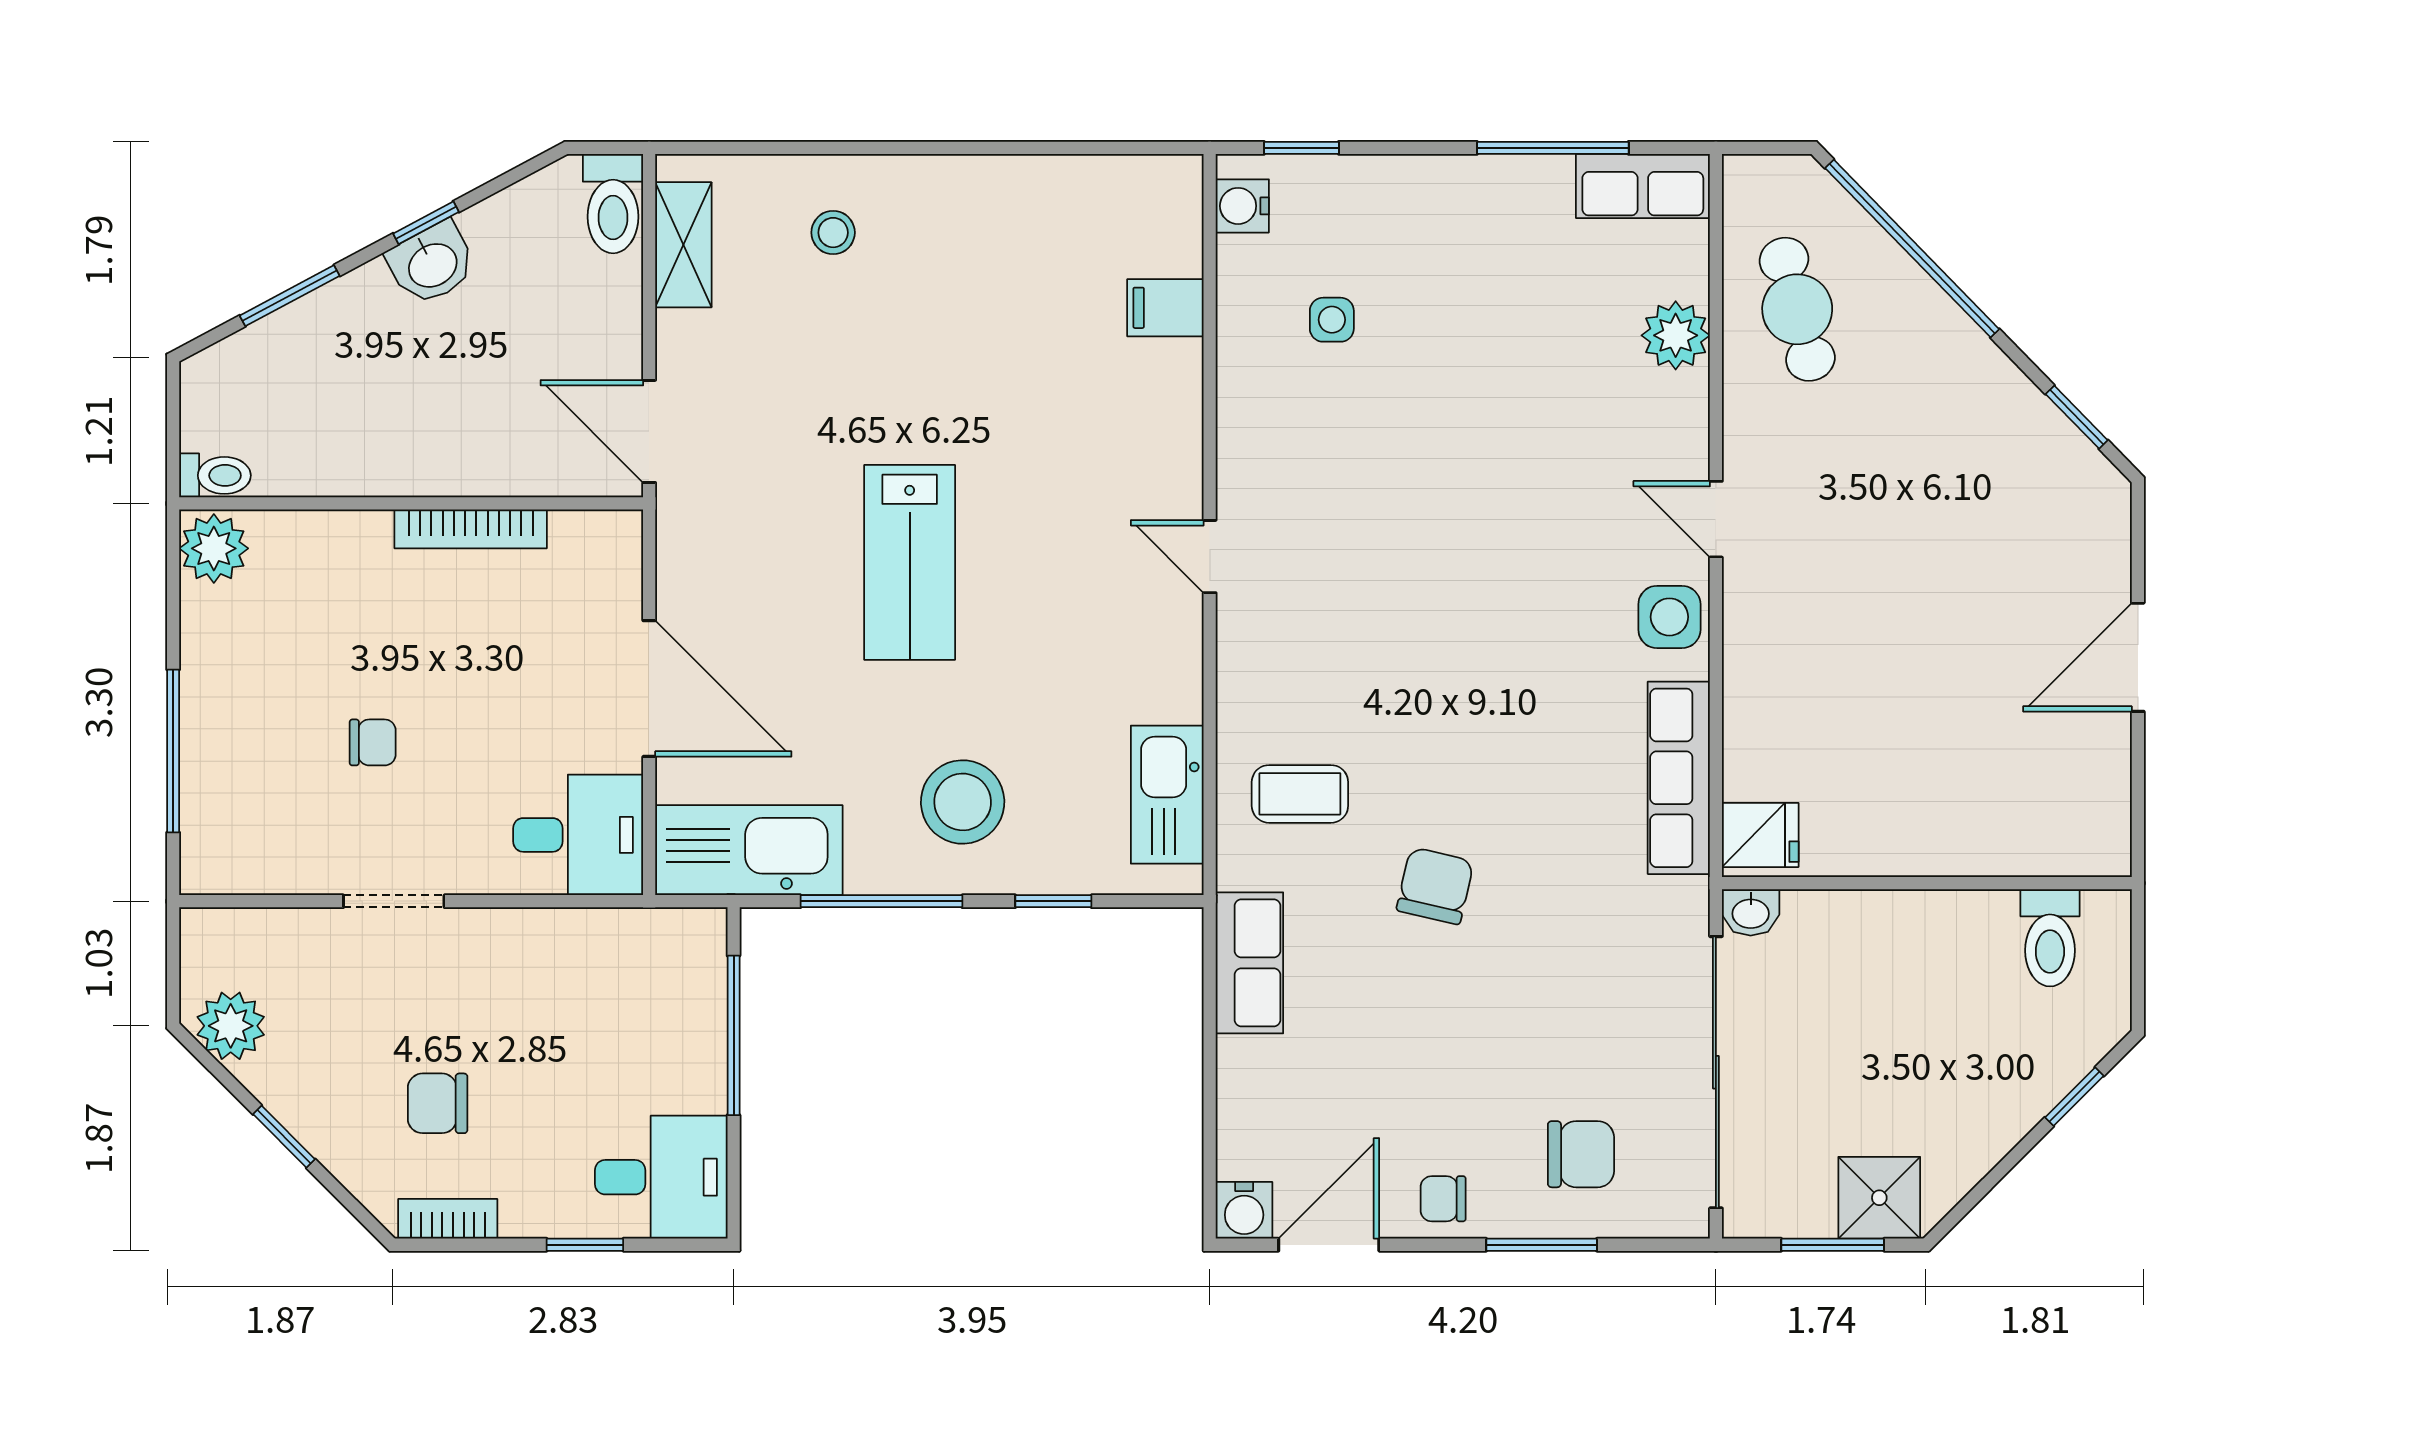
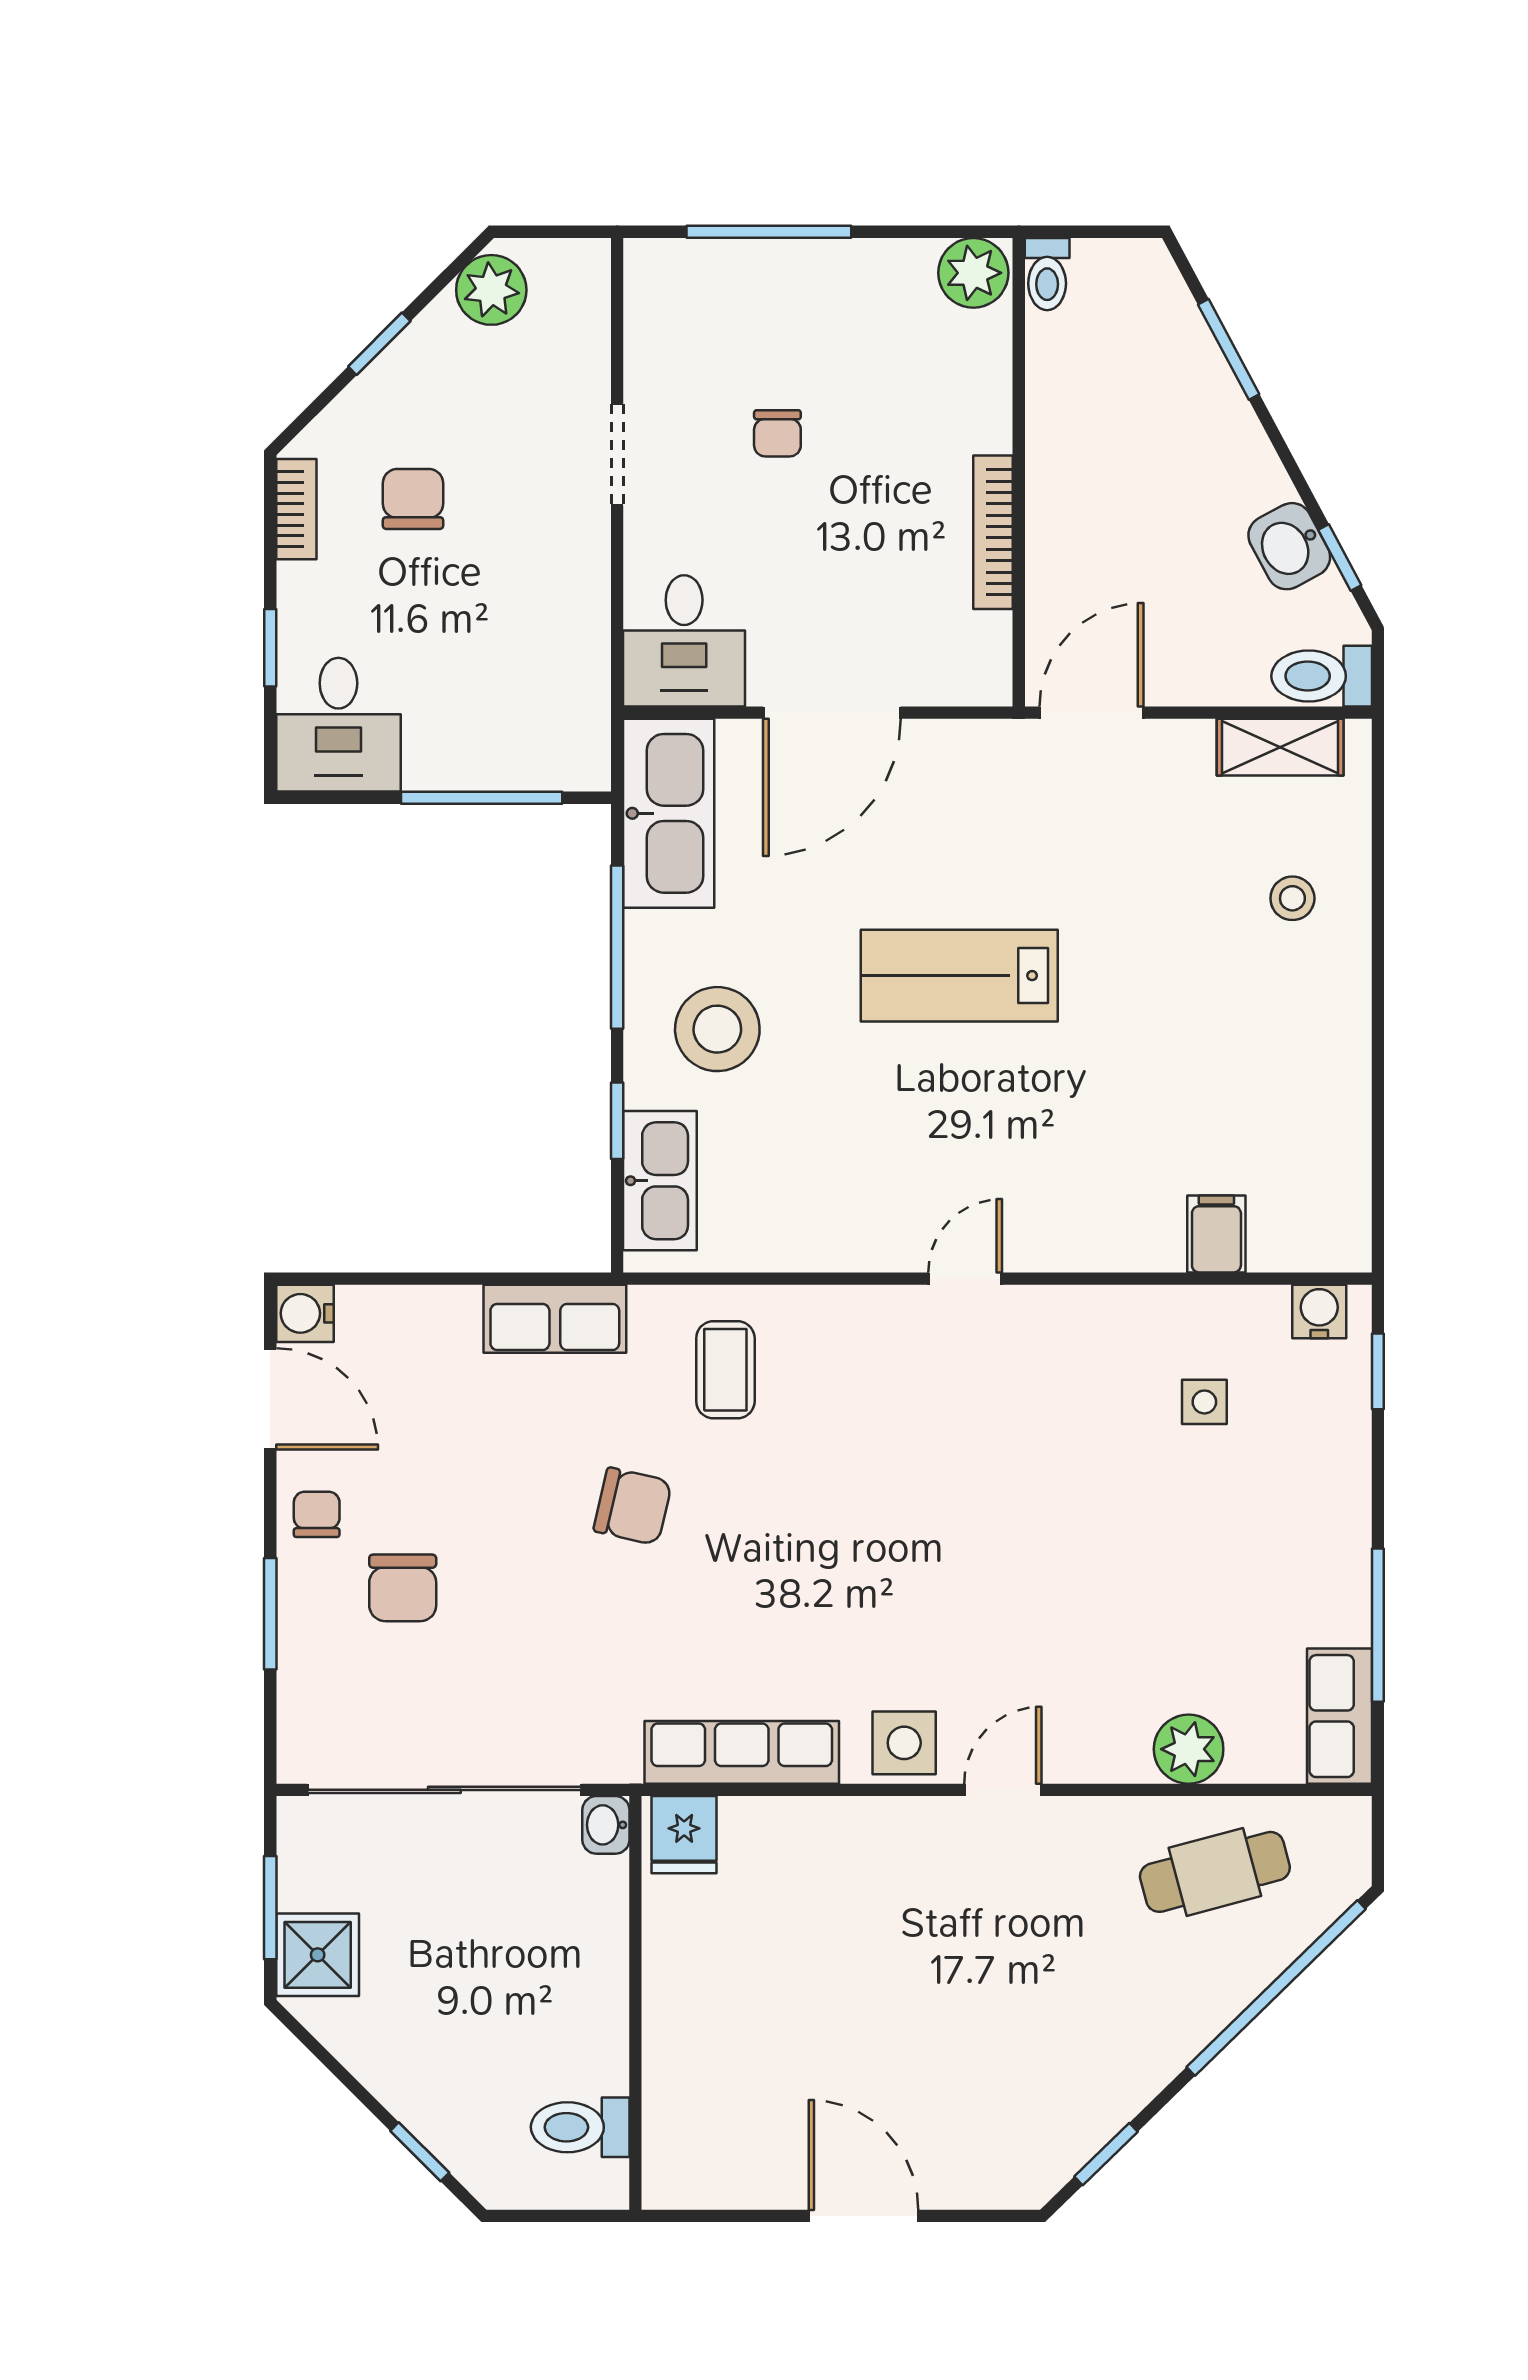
window: (426, 223) -> (1340, 557), moved
washbasin: (432, 264) -> (1289, 546), moved
kitchen sink: (1167, 795) -> (660, 1181), moved, turned 90
chair: (1581, 1154) -> (403, 1588), moved

